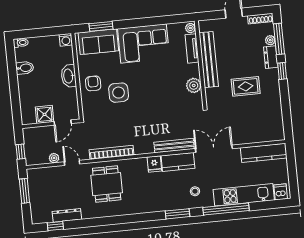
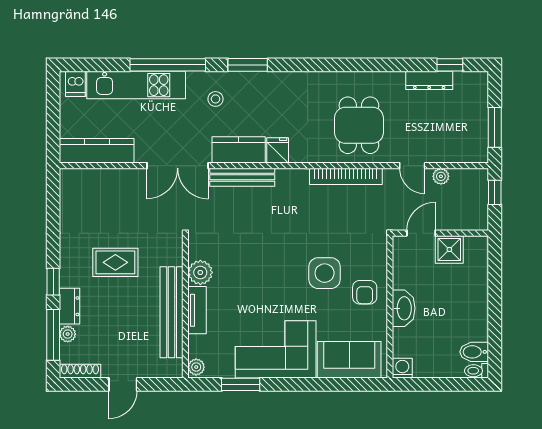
window: (101, 26) -> (241, 384), moved
tv unit: (192, 48) -> (197, 310), moved
bidet: (25, 68) -> (474, 352), moved

